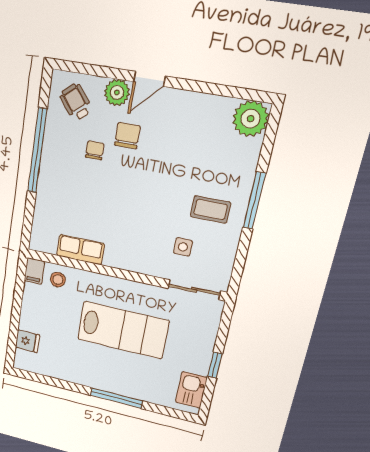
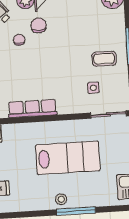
row of seats: (80, 250) -> (32, 108), width x1.48
stool: (58, 280) -> (61, 199), moved

